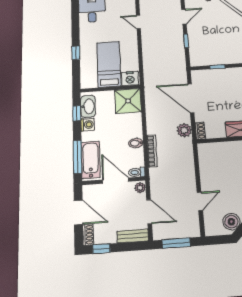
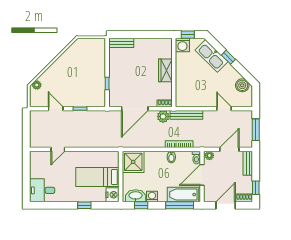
nightstand: (130, 79) -> (113, 195), moved
bench: (188, 157) -> (186, 115), added

